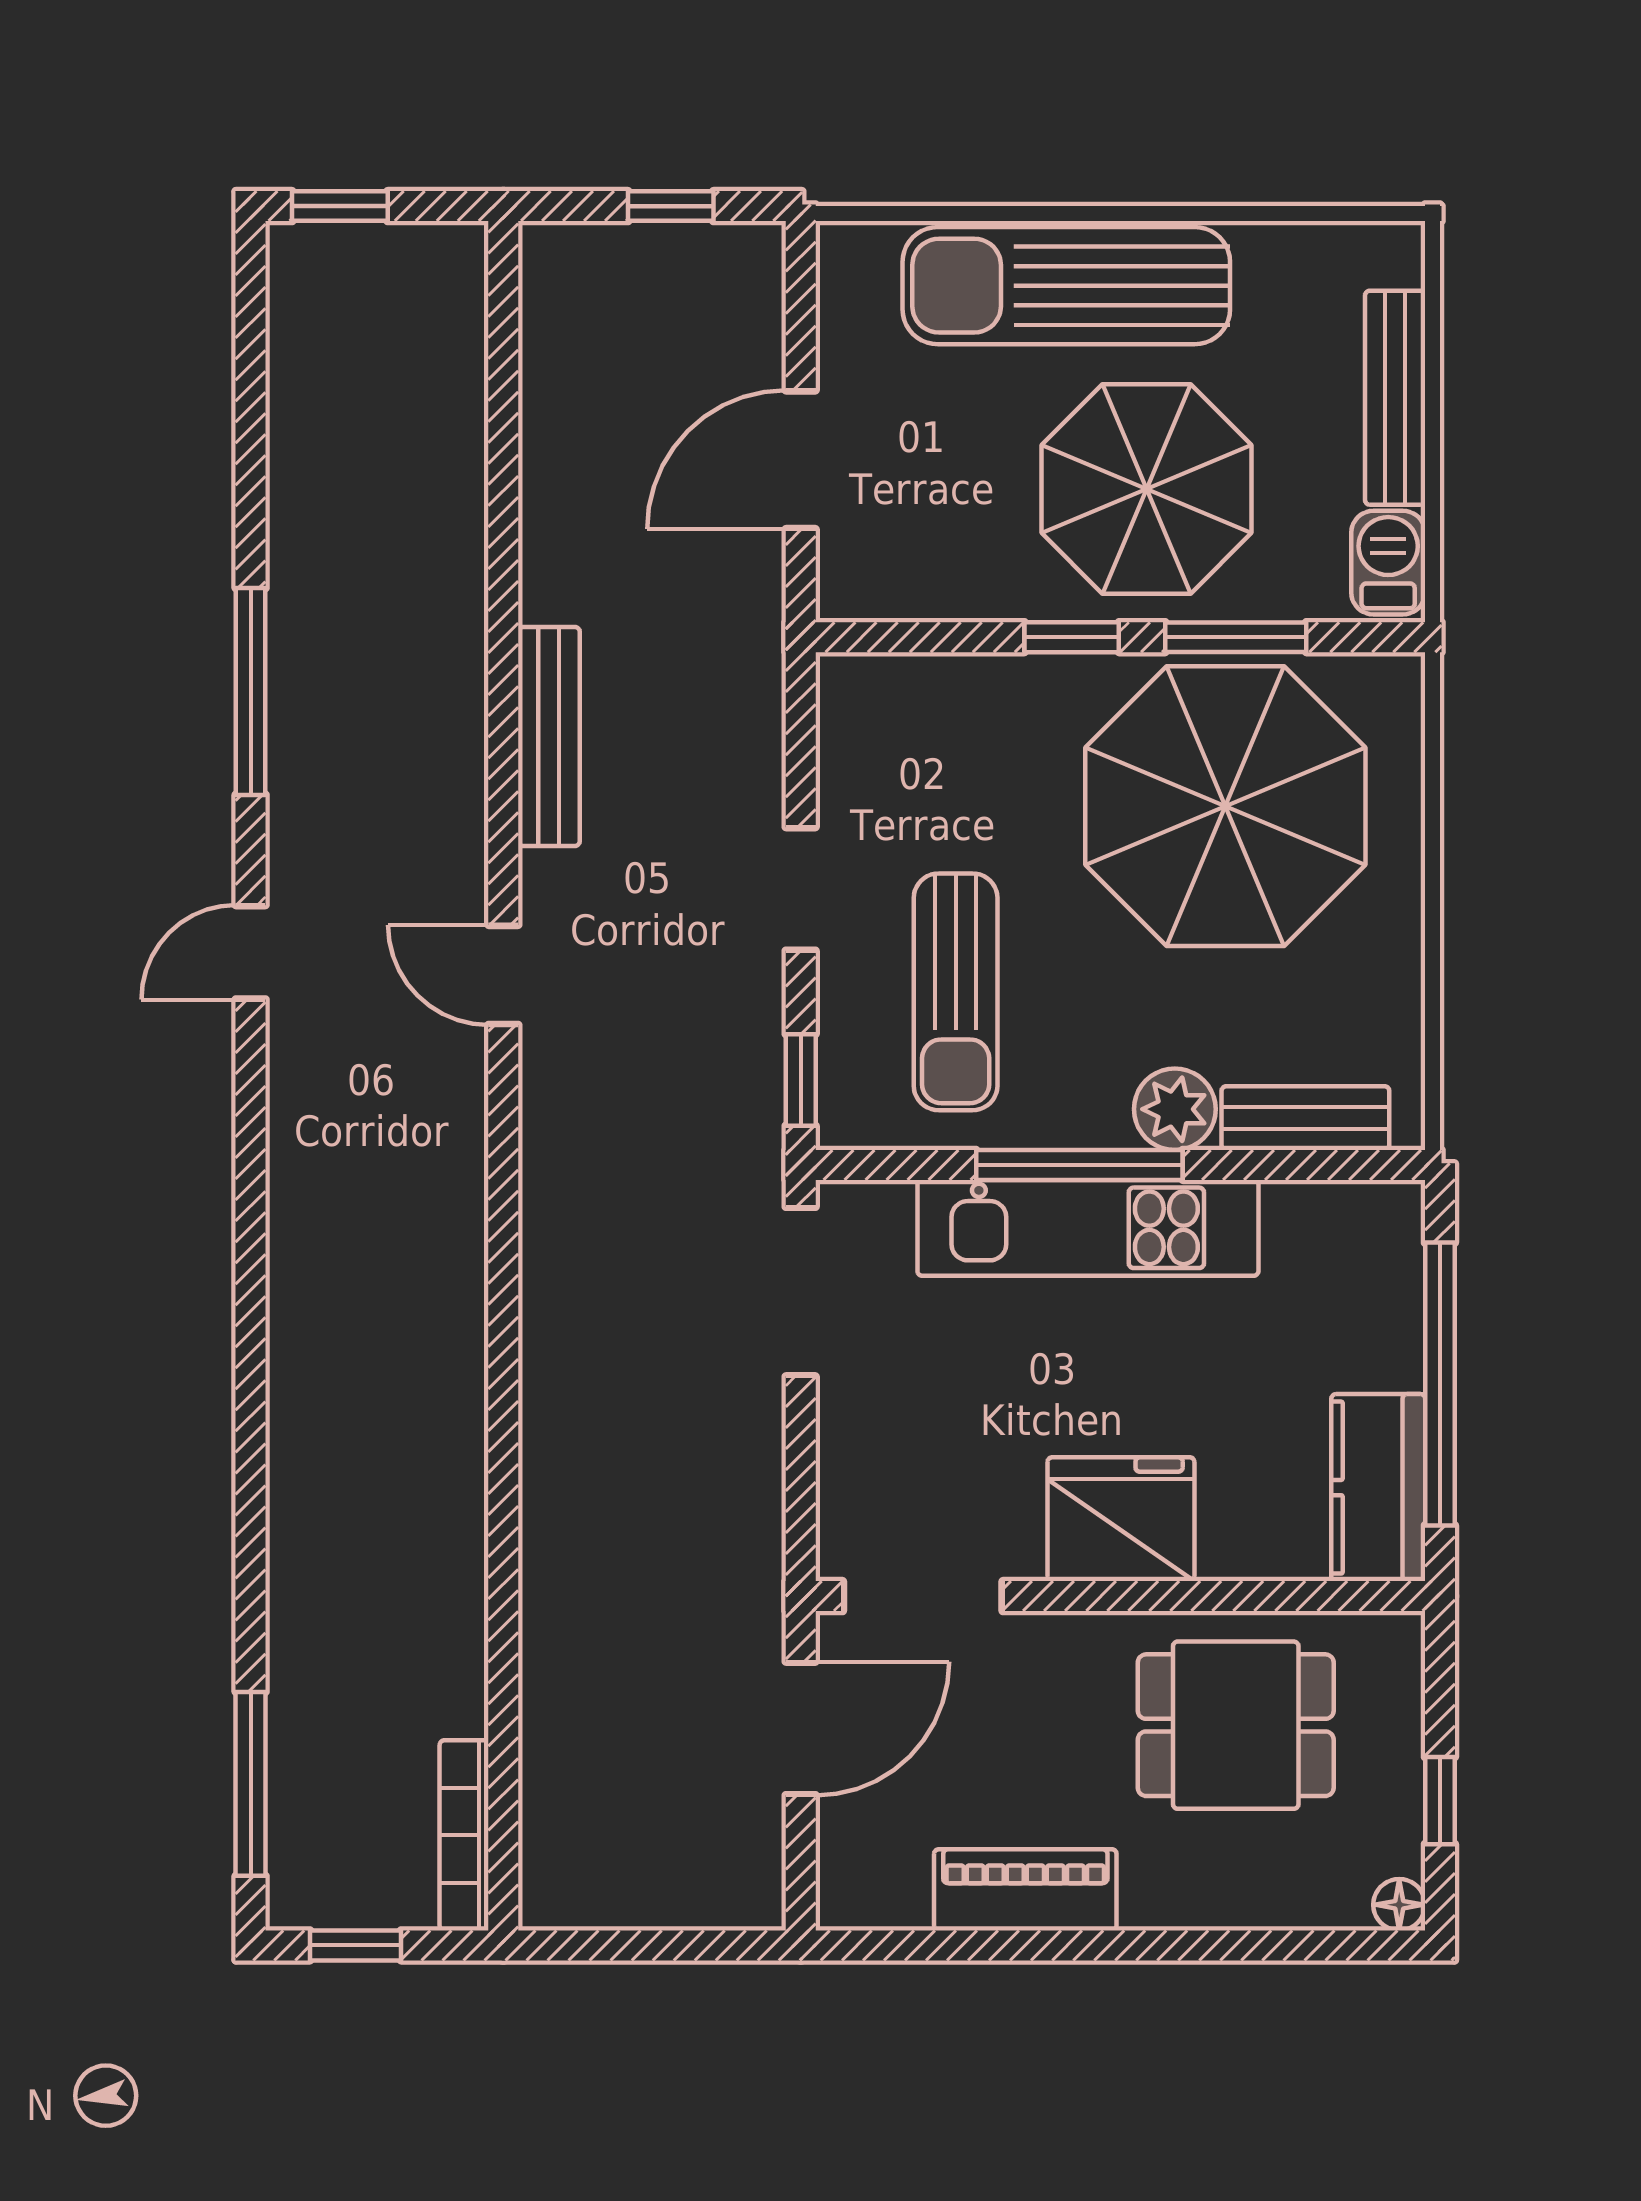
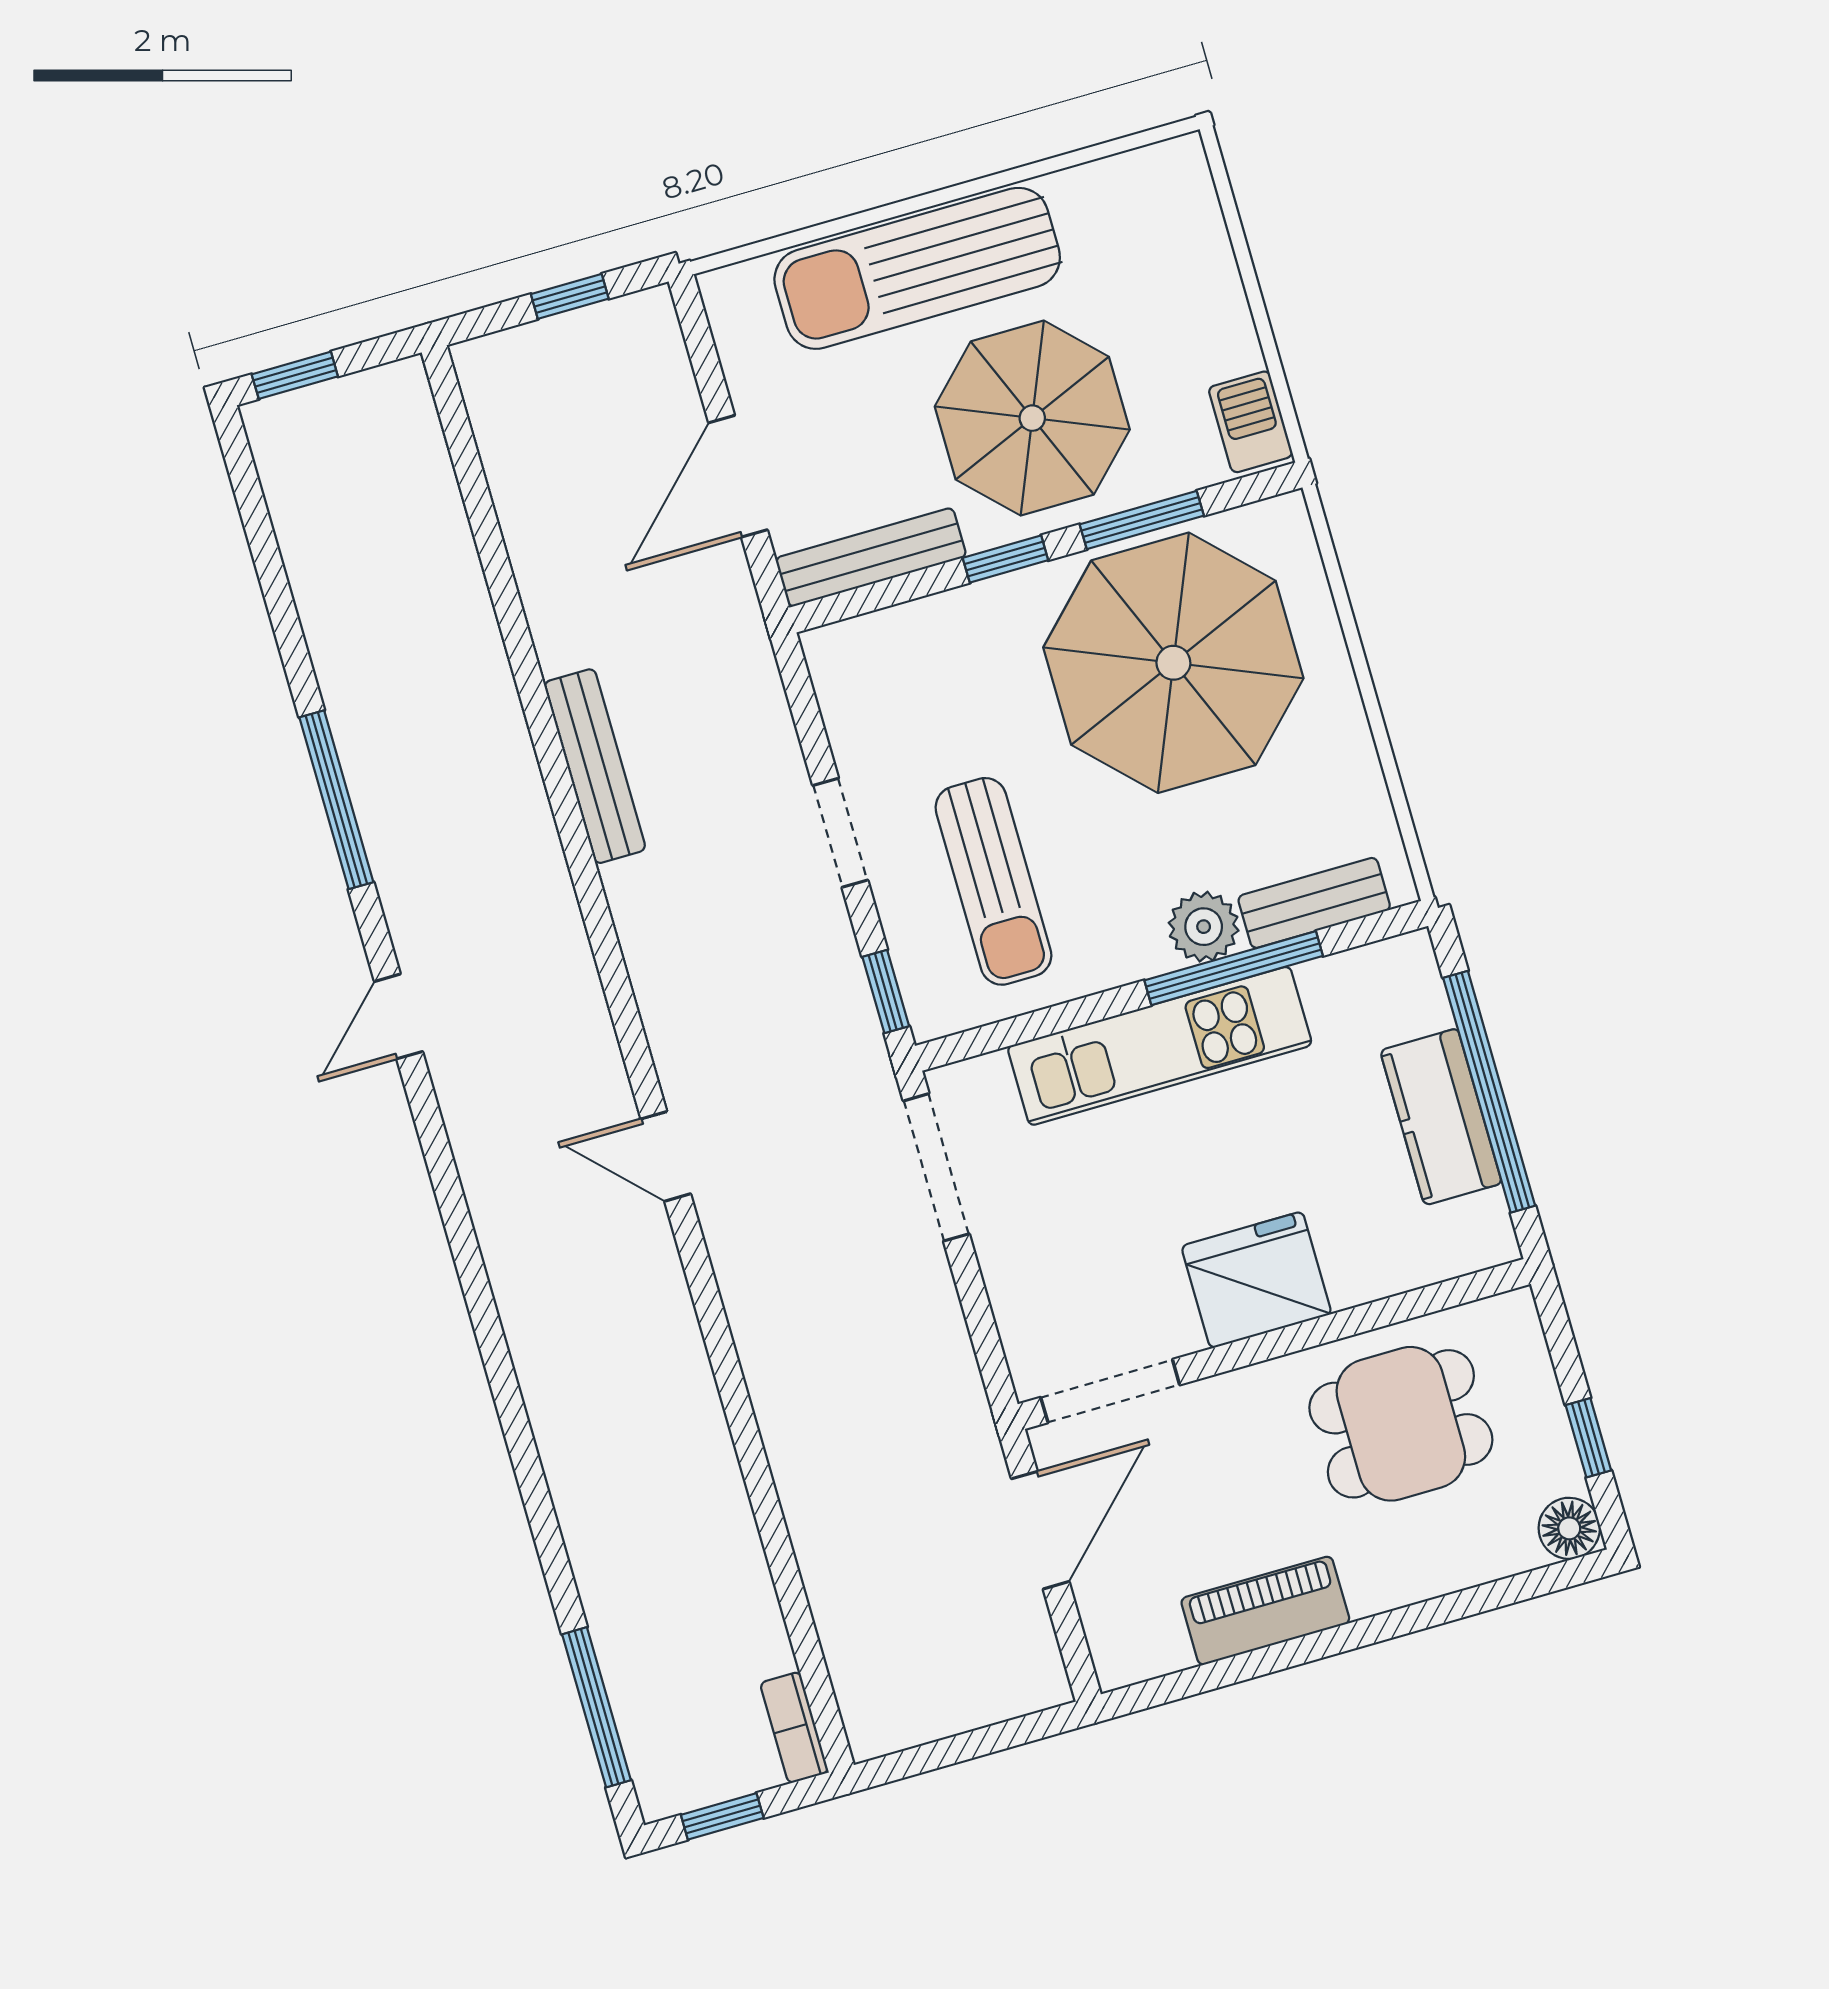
bench: (1395, 398) -> (871, 557), moved, turned 90
door: (503, 975) -> (666, 1156), moved
window: (1079, 1165) -> (1234, 968), moved
kitchen counter: (1378, 1488) -> (1441, 1117), moved
bookcase: (464, 1835) -> (794, 1728), width x0.64
floor lamp: (1399, 1905) -> (1569, 1528), width x1.37, depth x1.37

